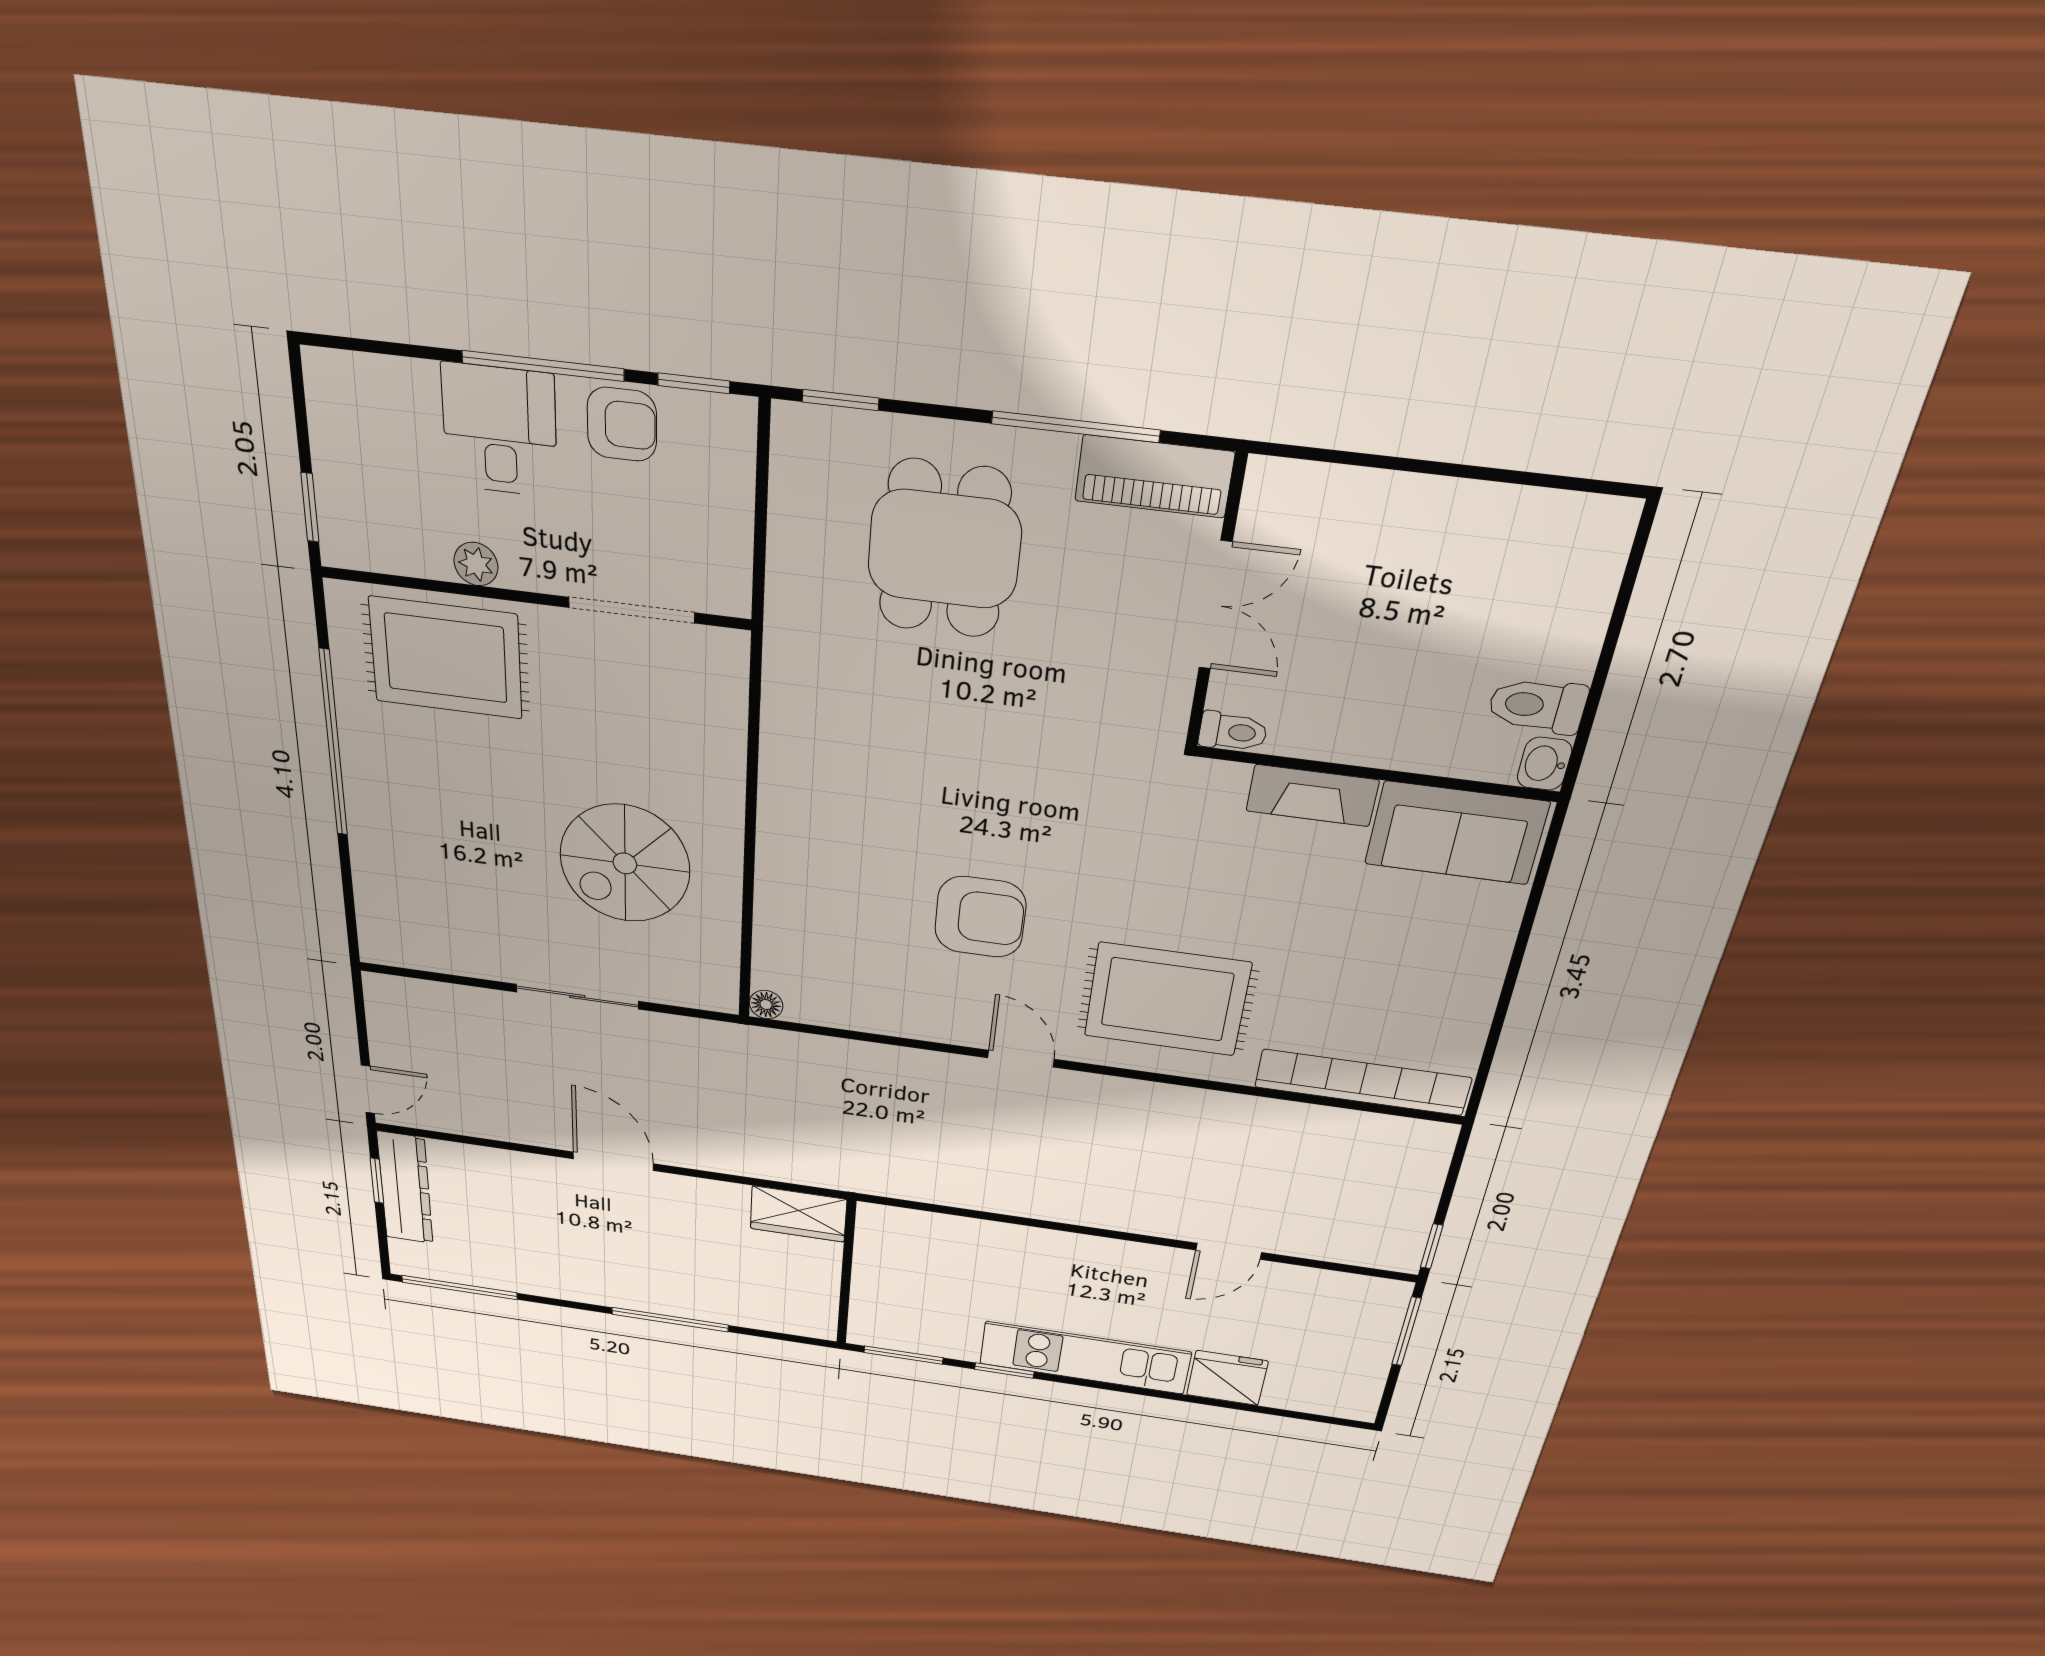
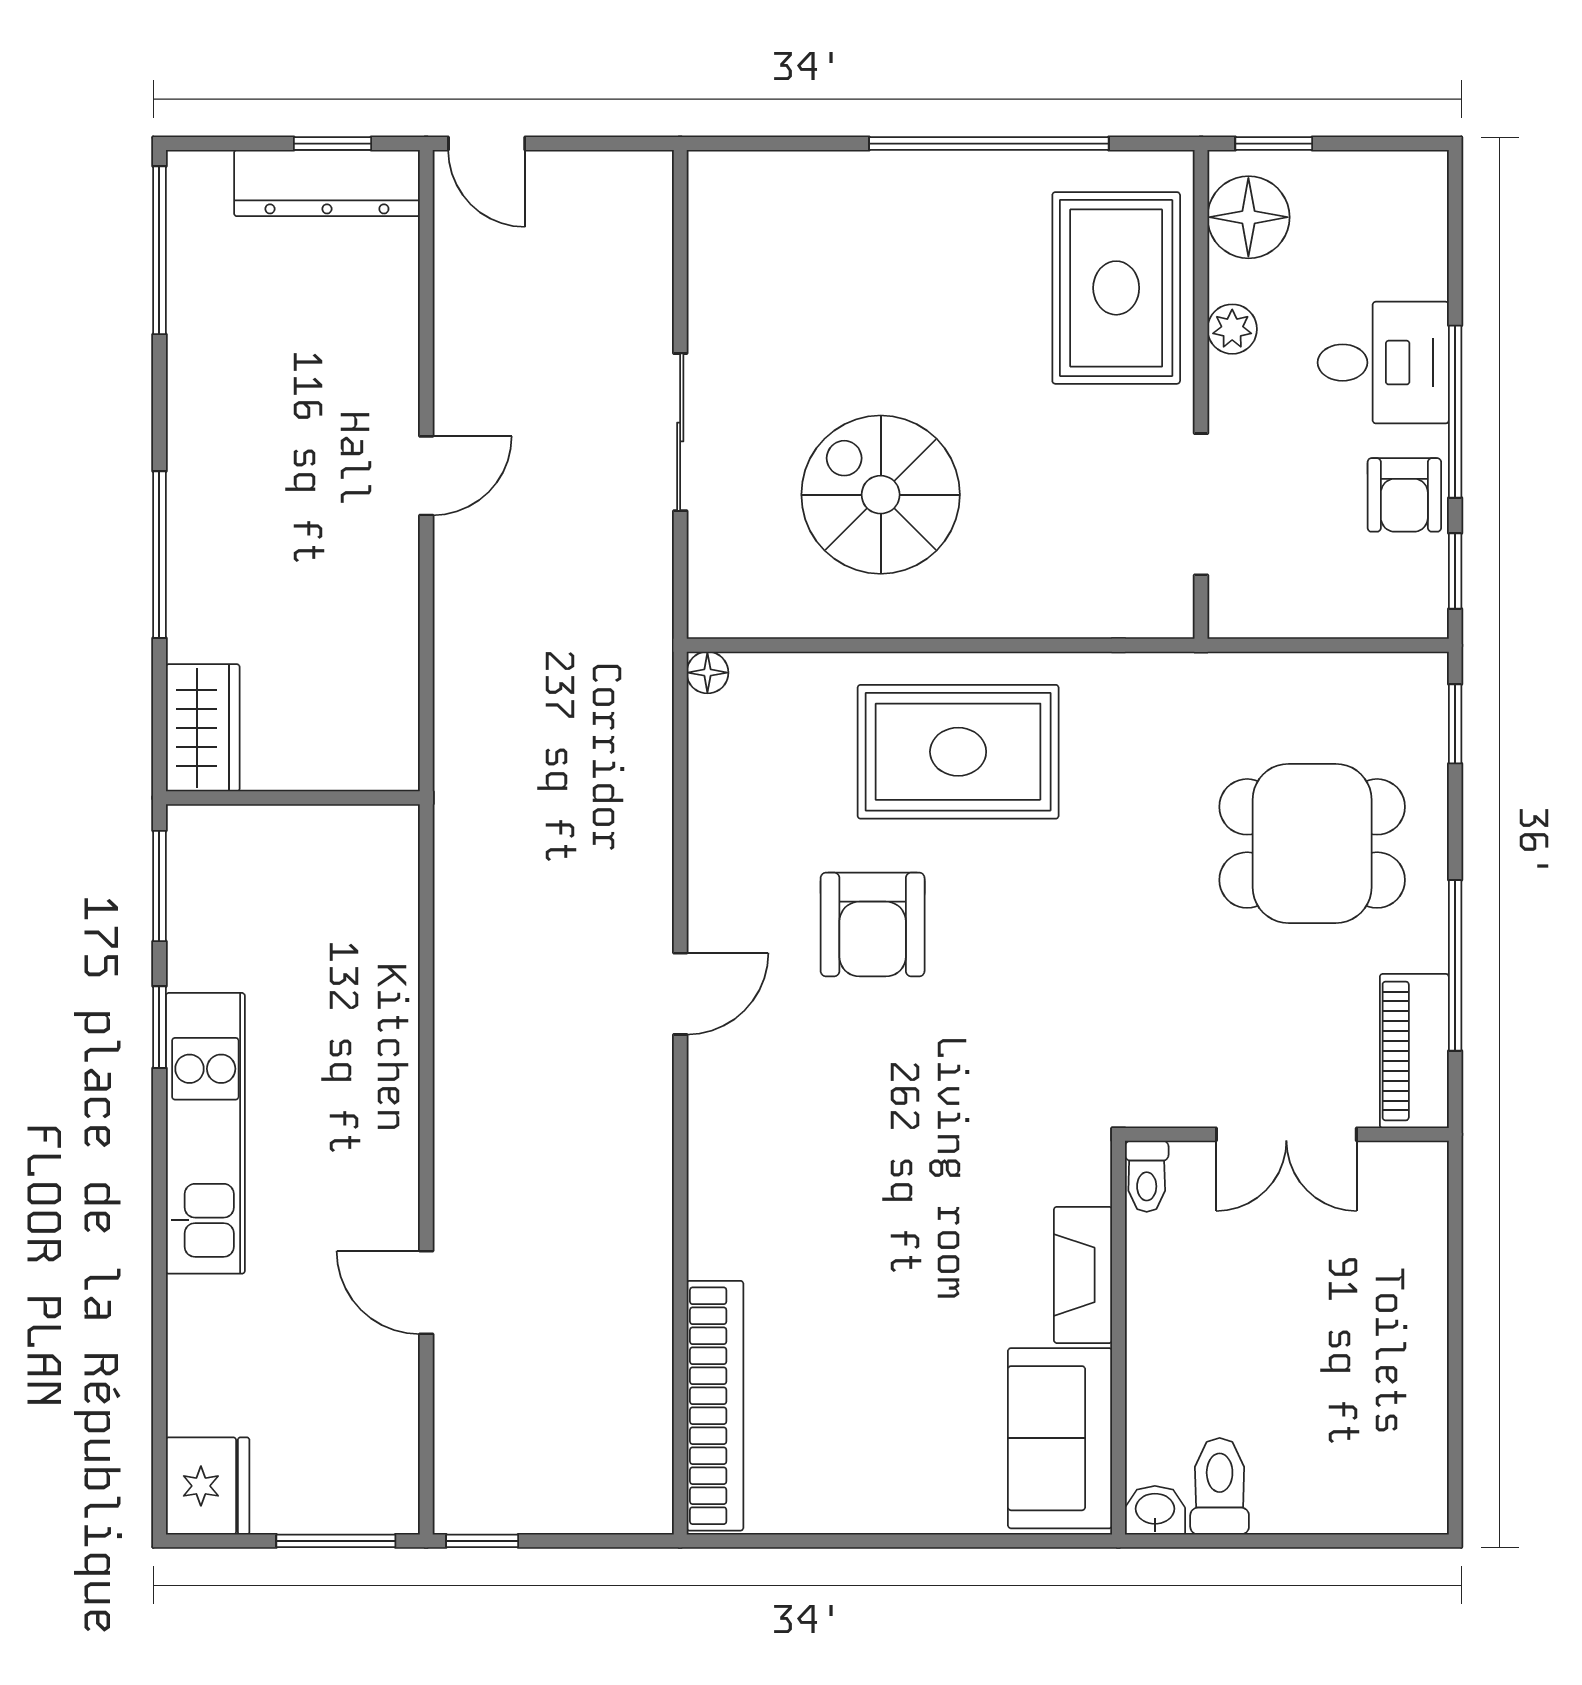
floor lamp: (377, 538) -> (1248, 217), added
rug: (1167, 999) -> (958, 752), moved, turned 90
door: (613, 1161) -> (426, 476), width x0.73
wardrobe: (798, 1214) -> (203, 728), moved, turned 180
fridge: (1227, 1378) -> (208, 1486), moved

